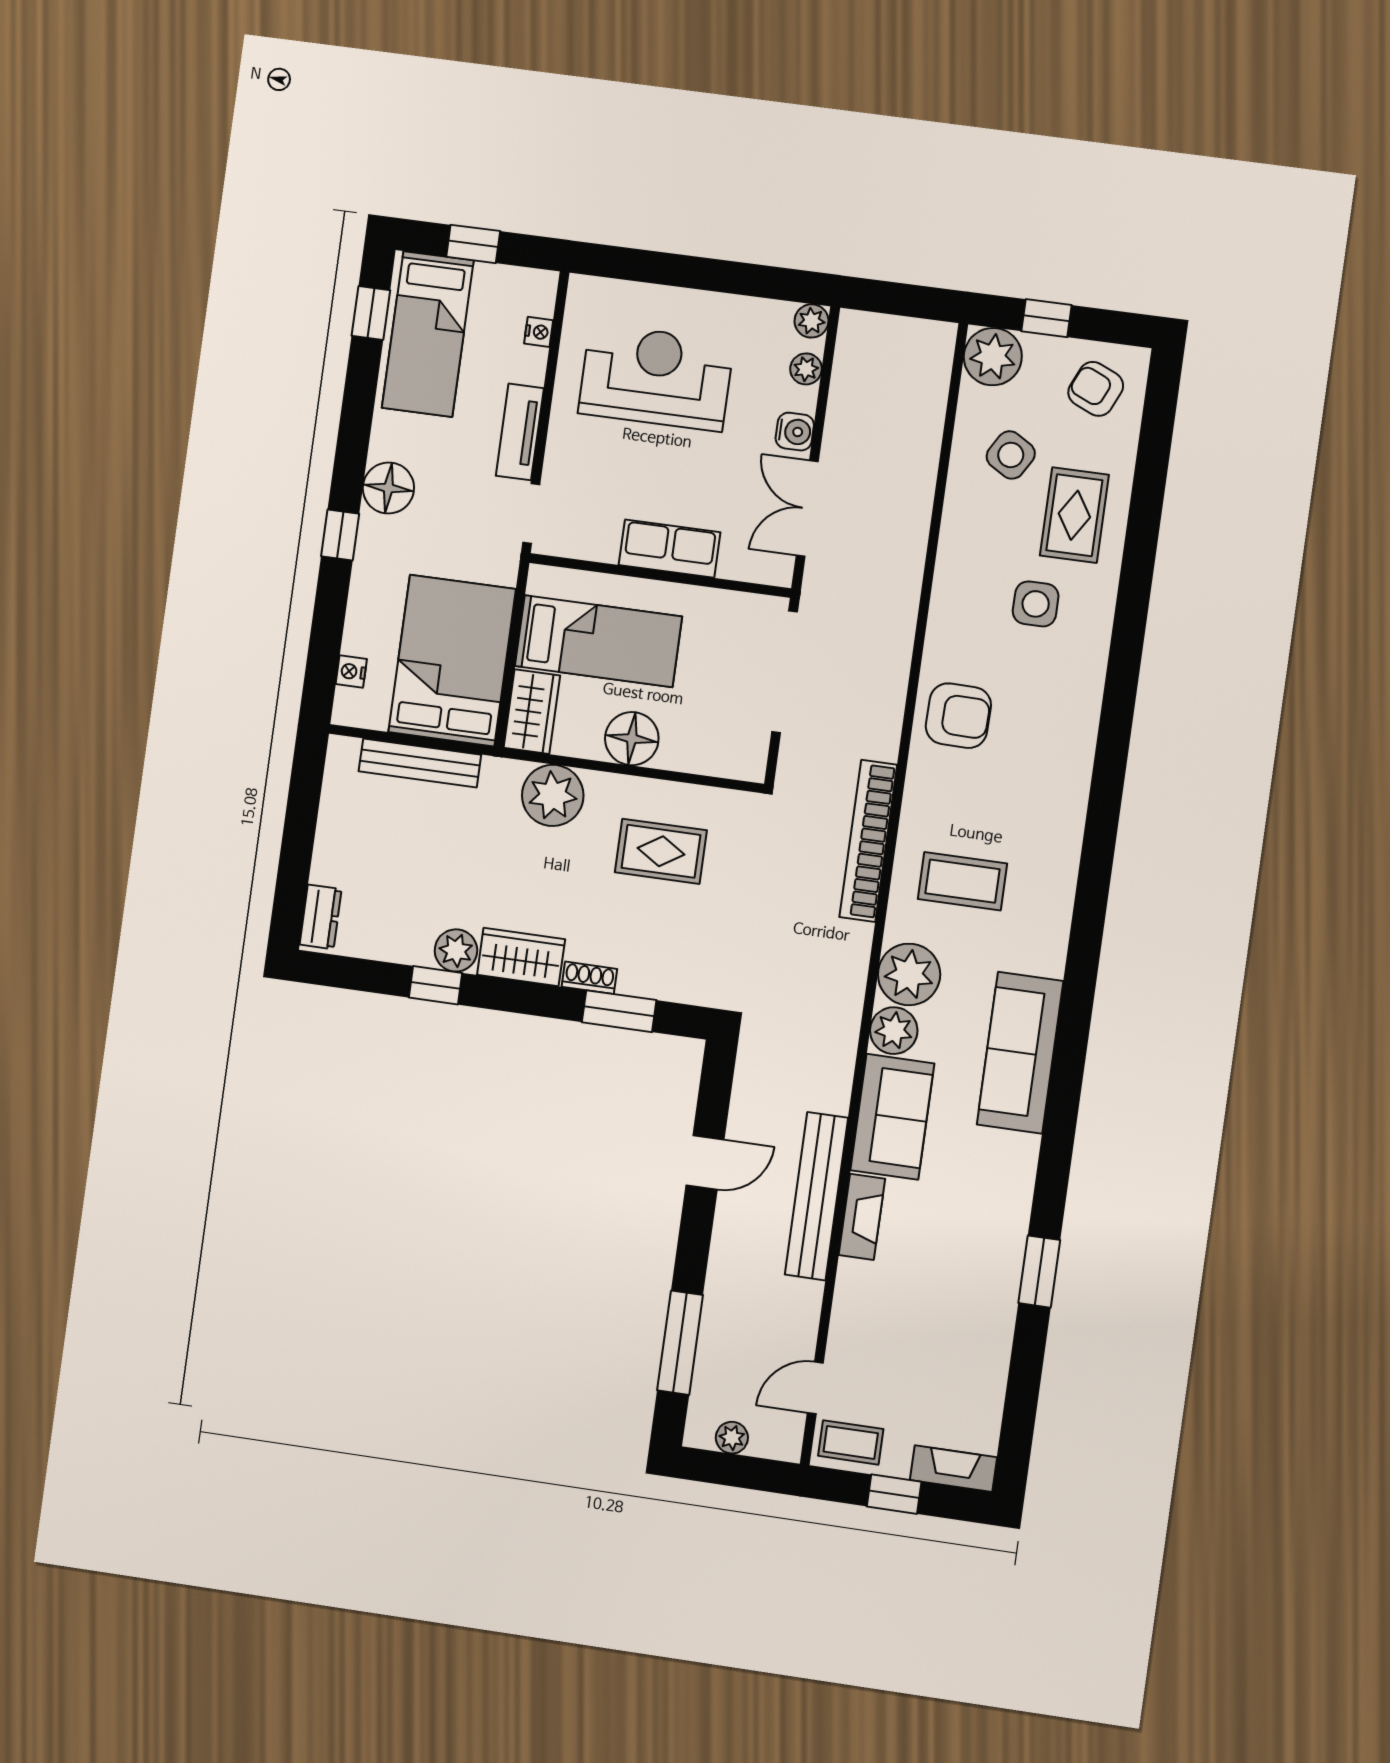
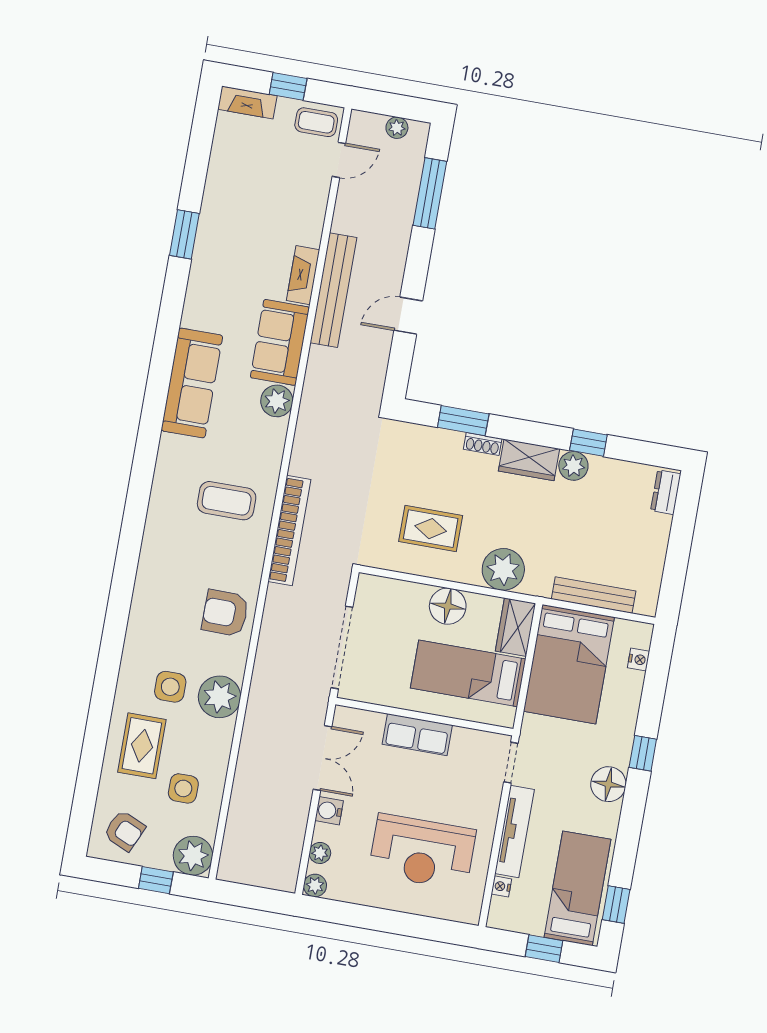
tv unit: (520, 432) -> (514, 831), width x1.41
side table: (1011, 455) -> (183, 788), turned -31
plant: (909, 974) -> (220, 697), moved

